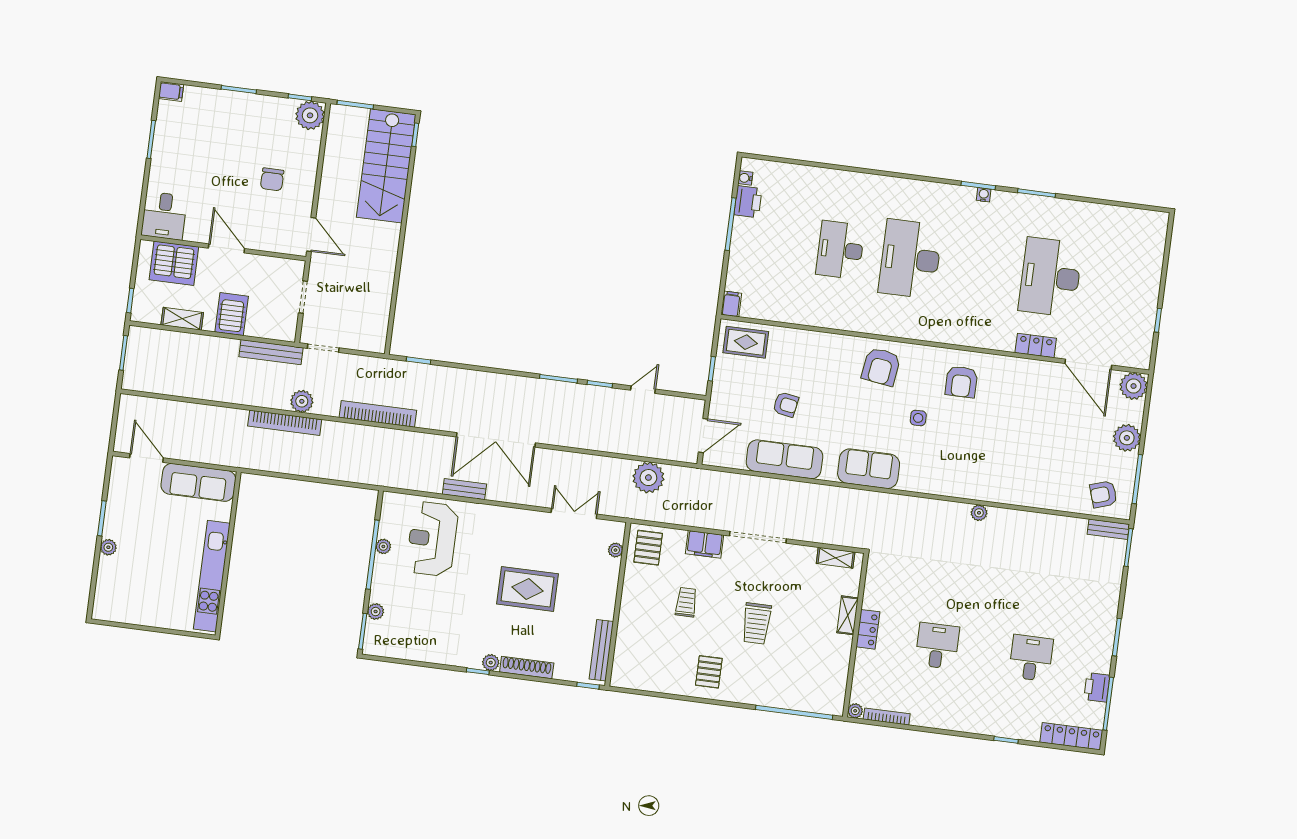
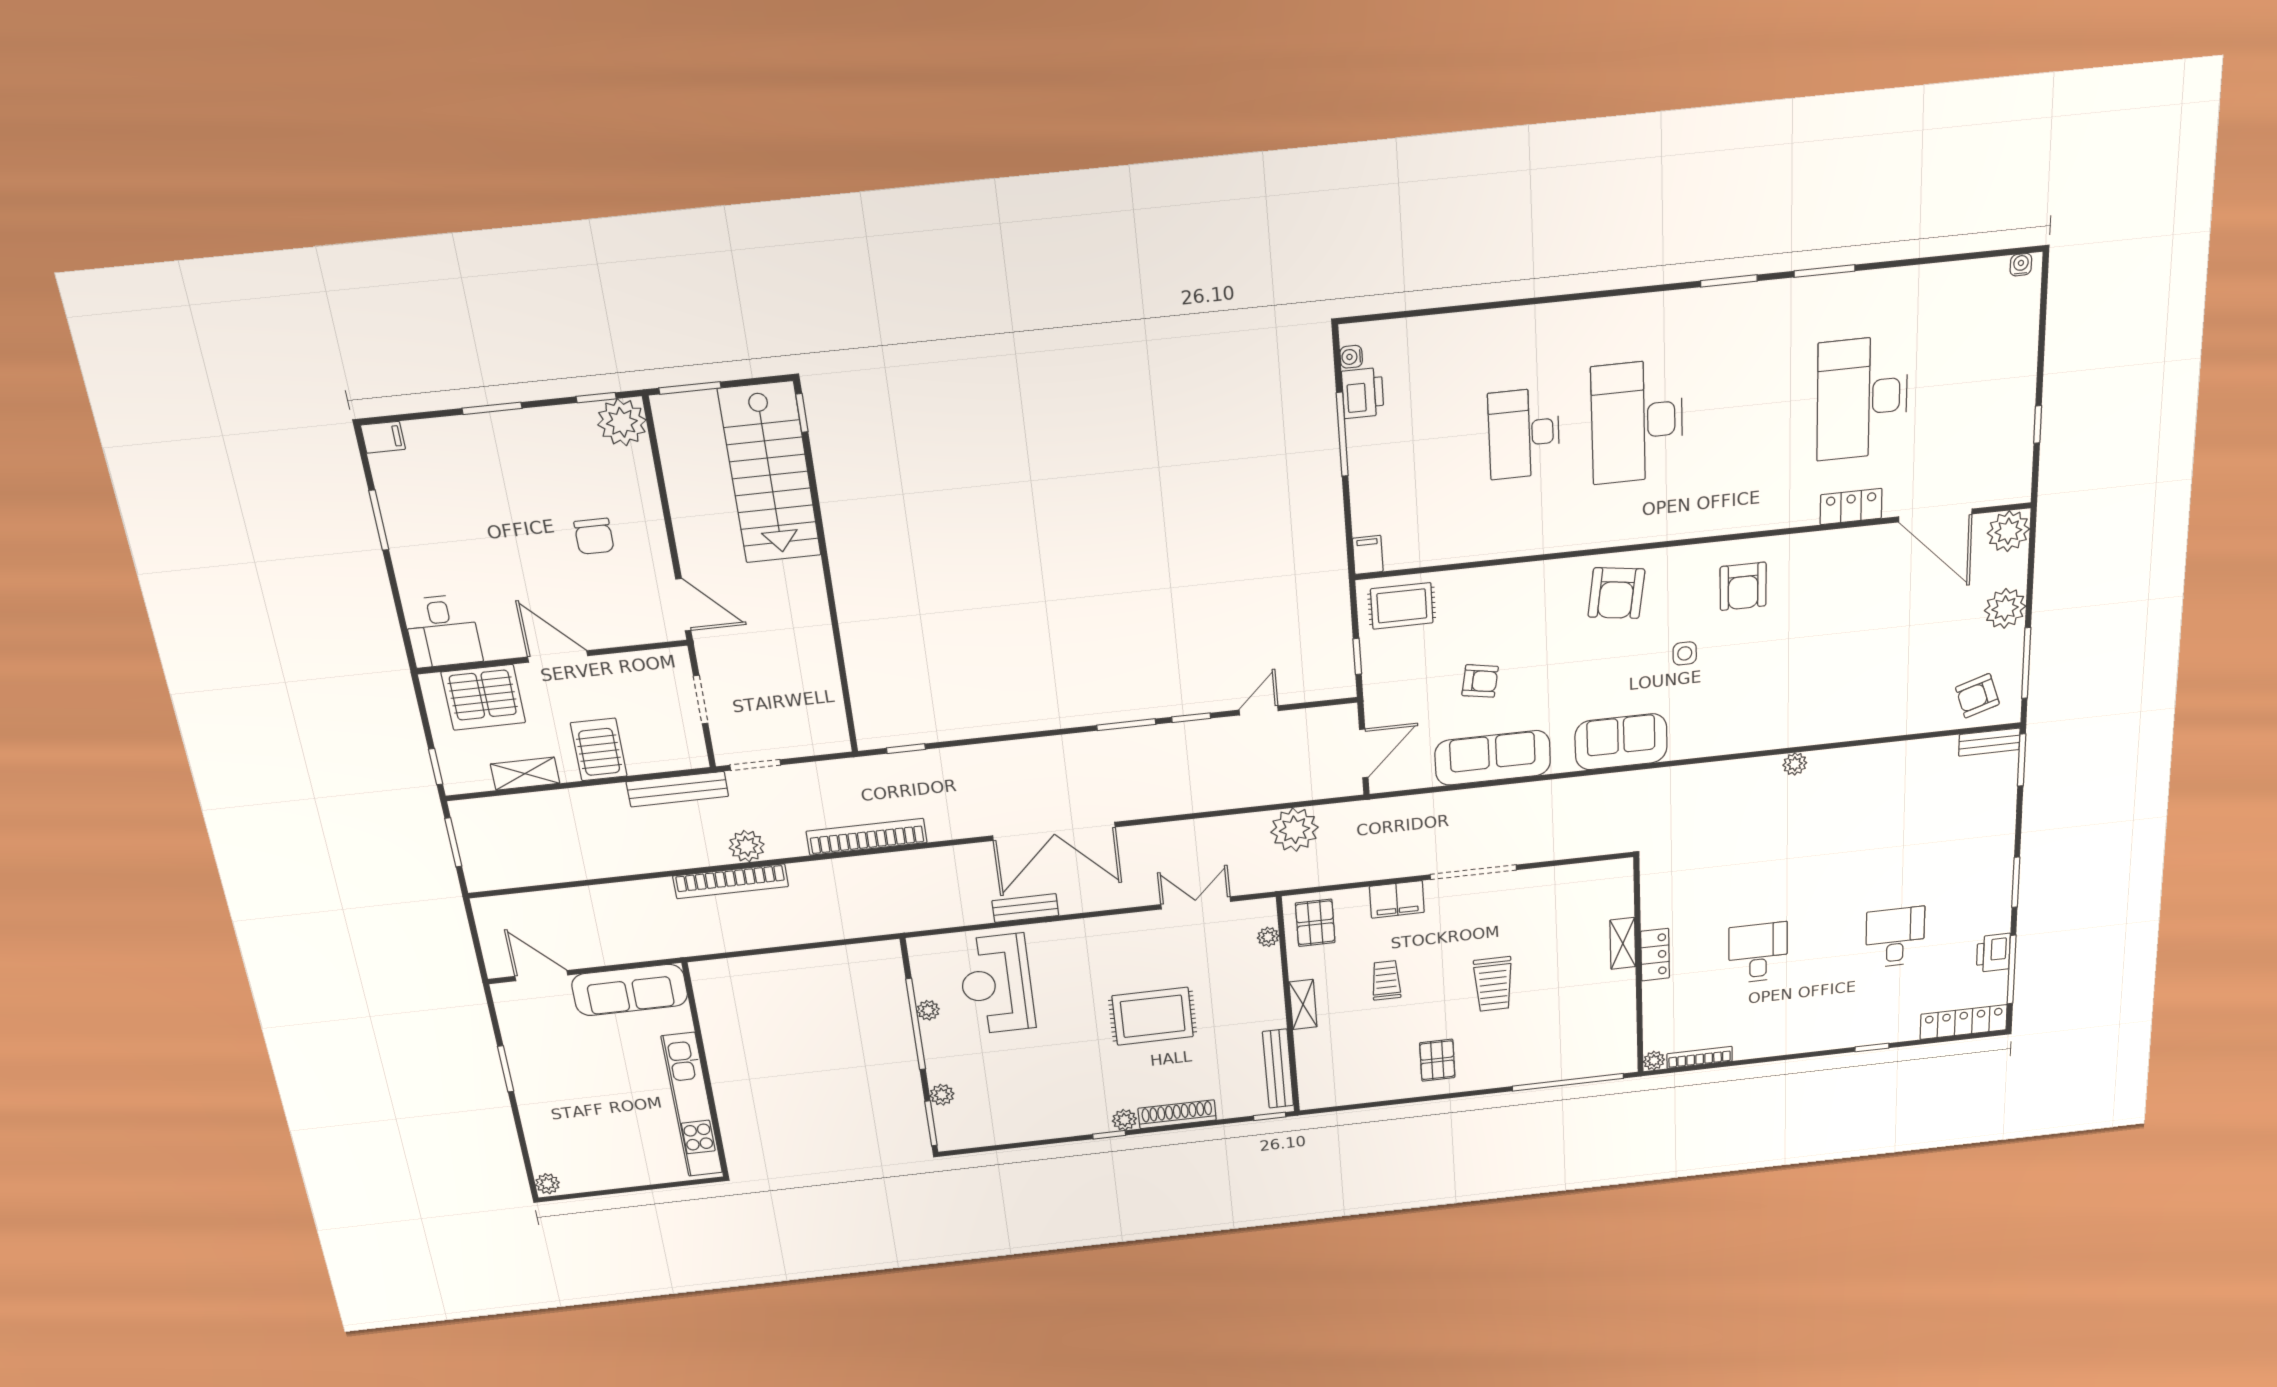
water cooler: (984, 195) -> (2021, 265), moved
plant: (108, 547) -> (547, 1184), moved
shelving: (836, 558) -> (1303, 1004), moved, turned 90

